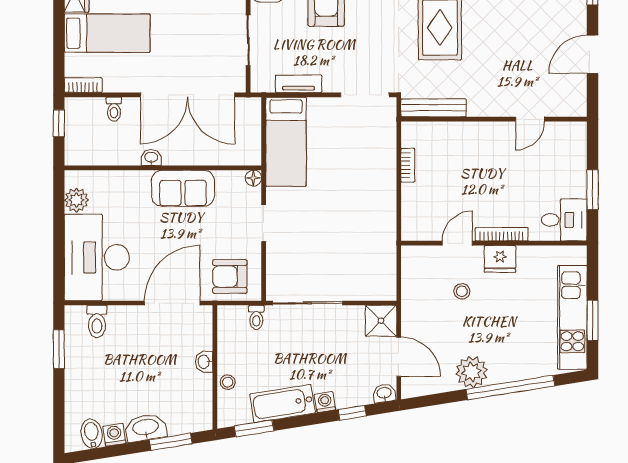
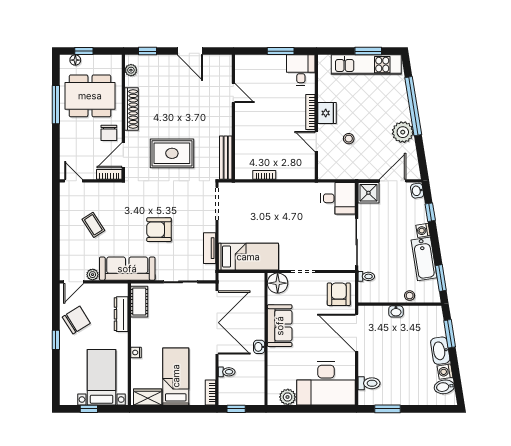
floor lamp: (253, 178) -> (278, 283), width x1.89, depth x1.89
desk: (373, 275) -> (338, 198), added
armchair: (230, 276) -> (339, 294), turned 180

